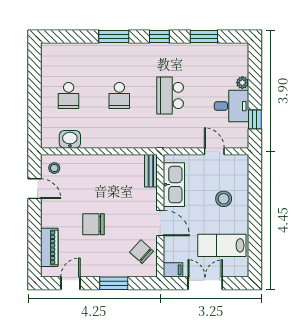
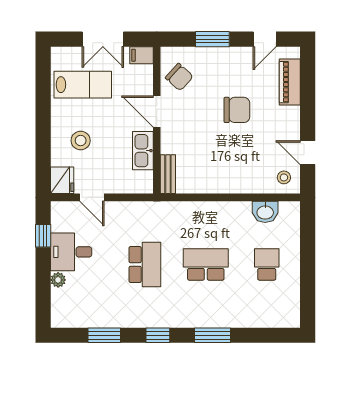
school desk: (119, 95) -> (206, 265), width x1.85
fridge: (239, 166) -> (62, 180), added
kitchen sink: (174, 185) -> (143, 151), width x0.73, depth x0.81

